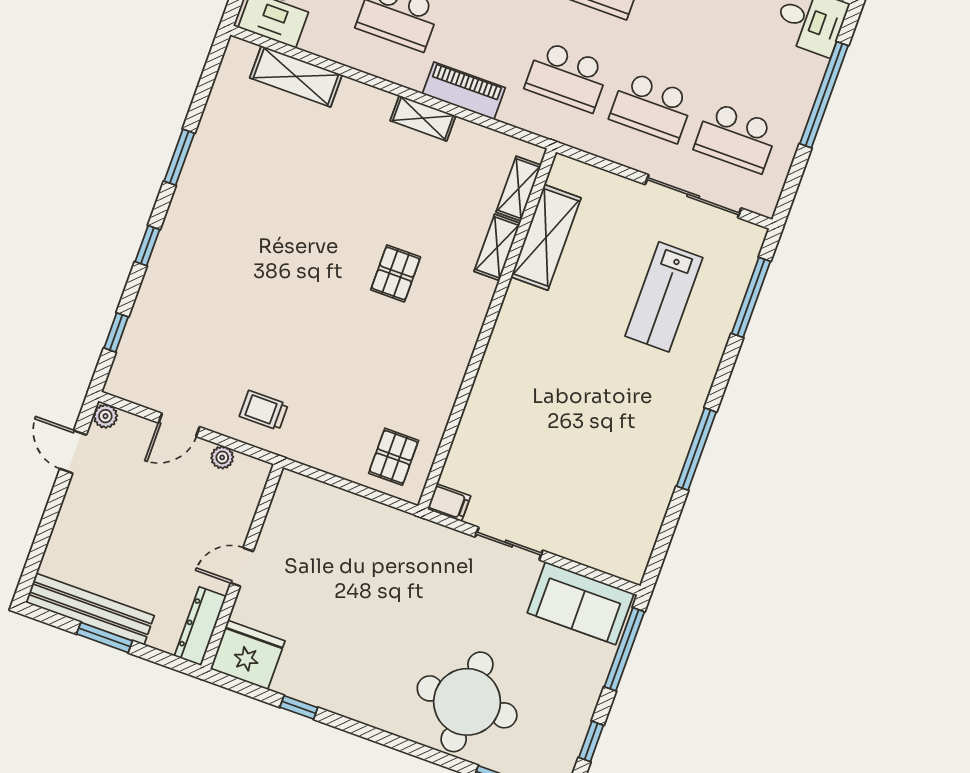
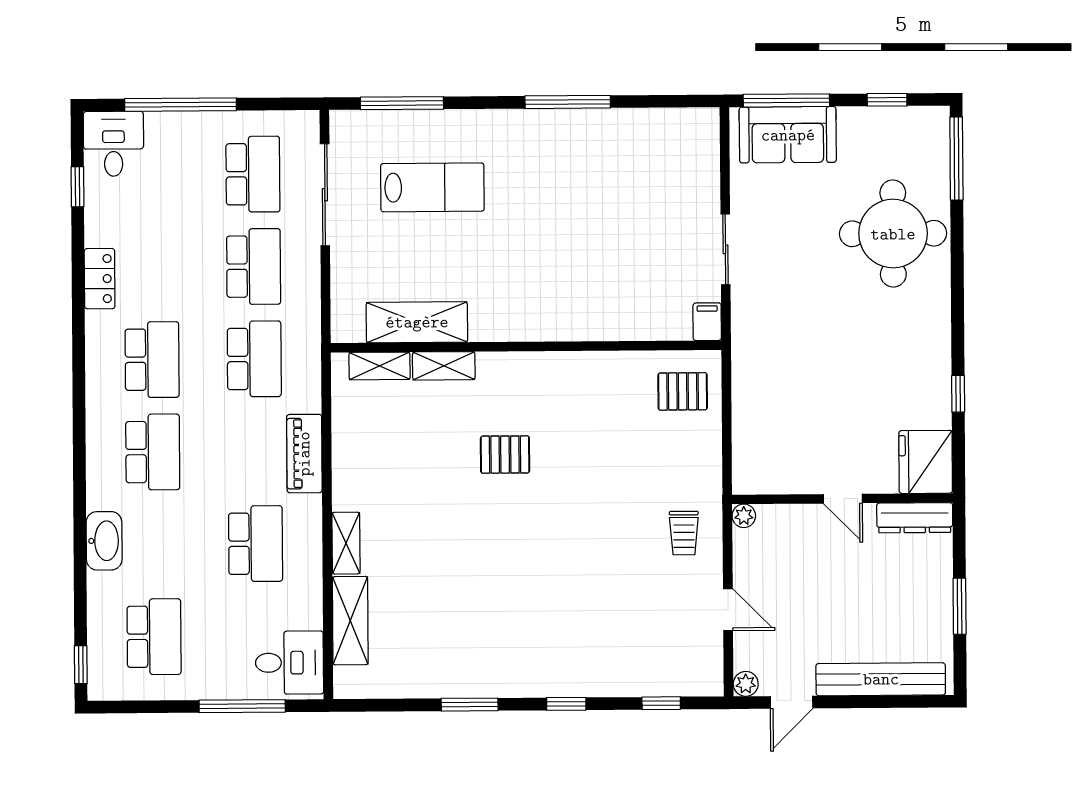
shelving: (423, 118) -> (346, 543), moved
plant: (222, 457) -> (744, 516), moved
sofa: (581, 603) -> (788, 135), moved, turned 90
bench: (90, 609) -> (881, 679), moved, turned 90

